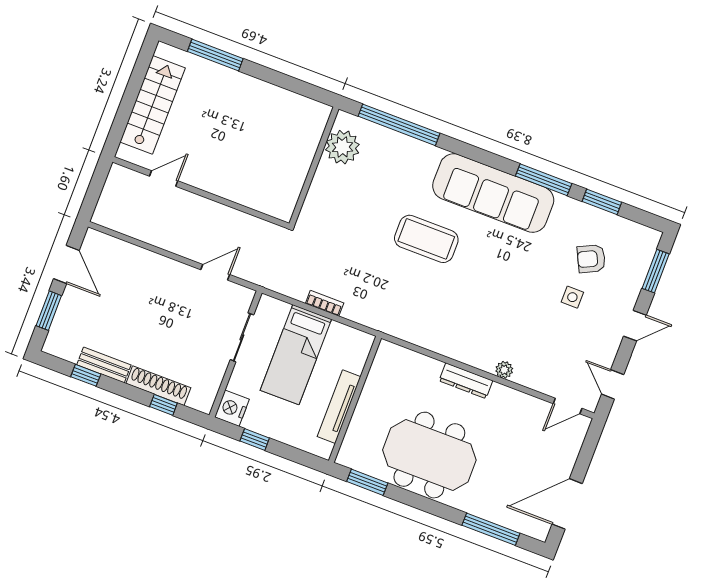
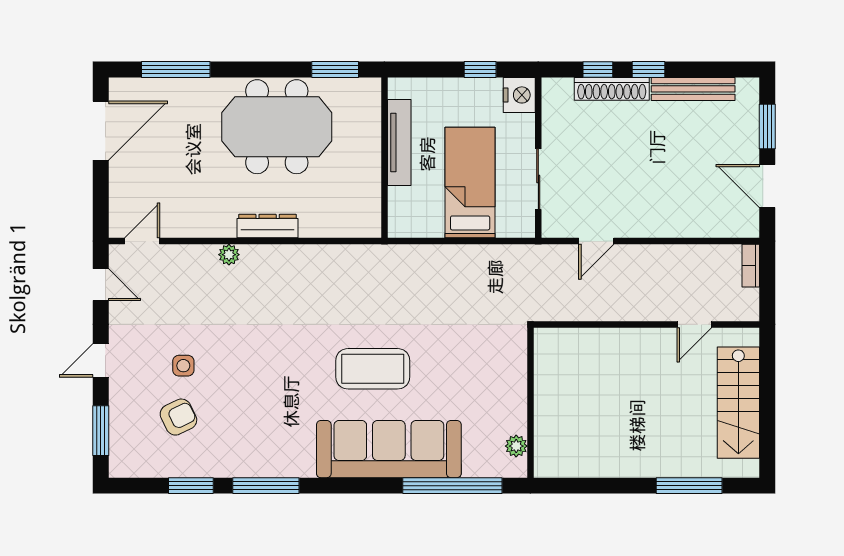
plant: (342, 147) -> (516, 446), width x0.53, depth x0.53
sofa: (493, 193) -> (389, 449), moved
bookcase: (325, 303) -> (751, 266), moved, turned 90
bench: (104, 365) -> (693, 89), width x1.36
window: (86, 375) -> (648, 69), moved

